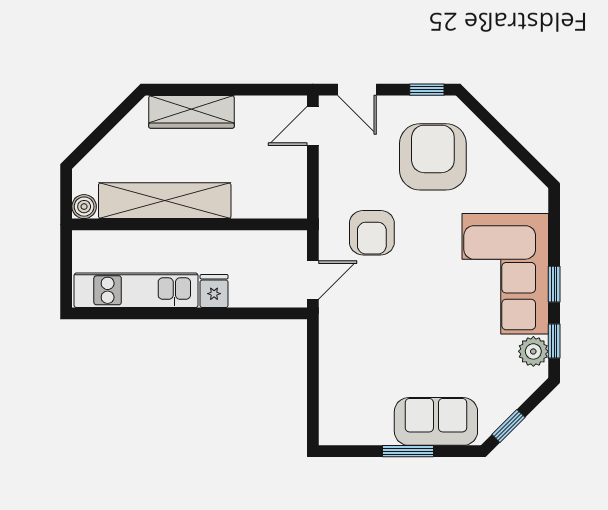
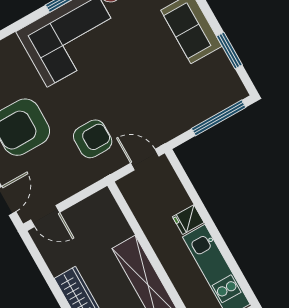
window: (313, 394) -> (219, 118), added
window: (408, 451) -> (229, 51), moved

